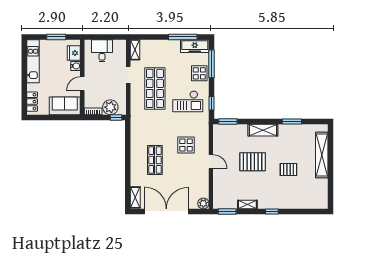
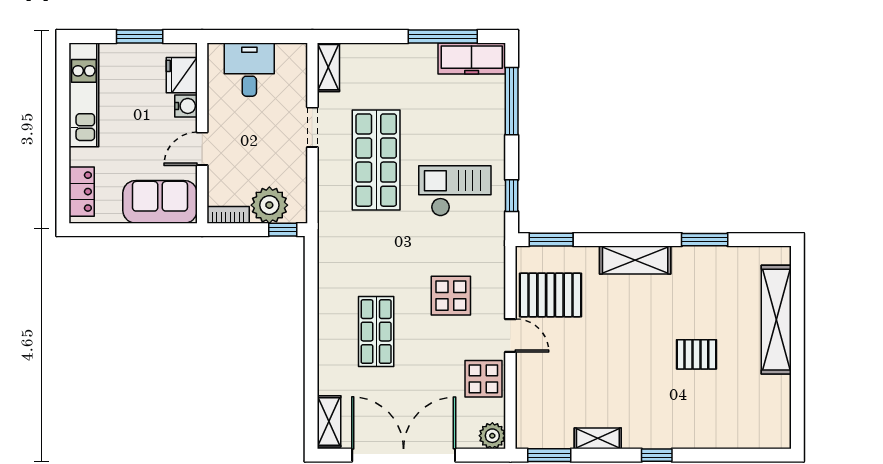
display table: (199, 73) -> (483, 379), moved
checkout: (188, 101) -> (455, 191), turned 180
pallet: (253, 162) -> (551, 295), moved

